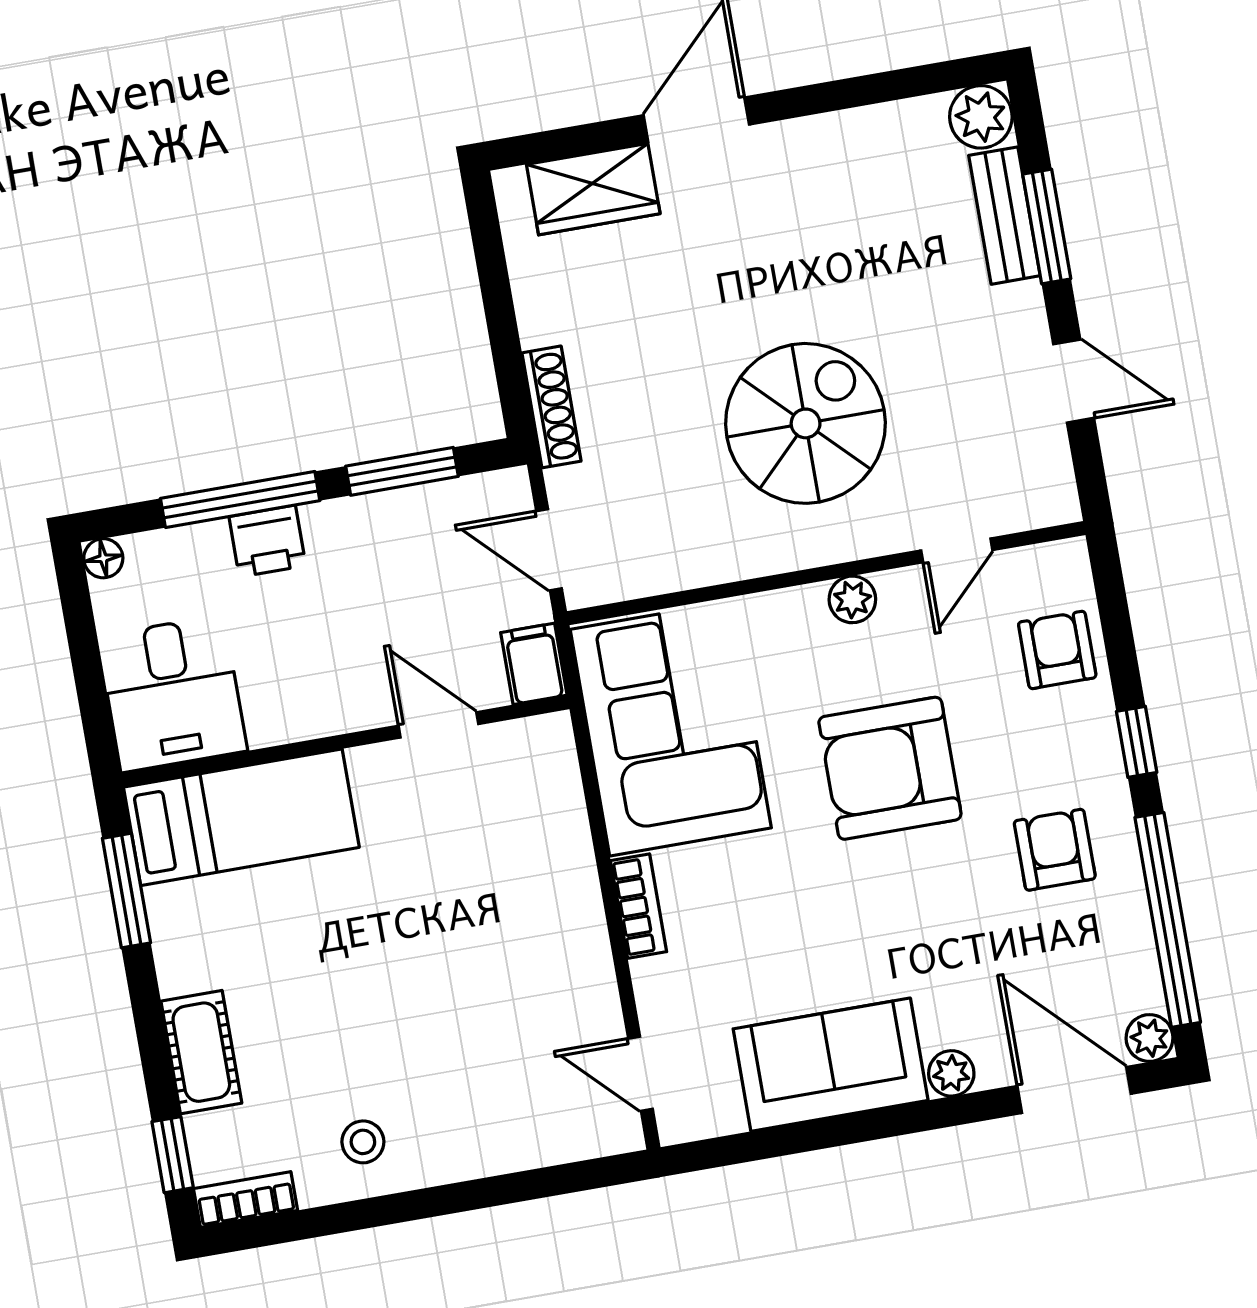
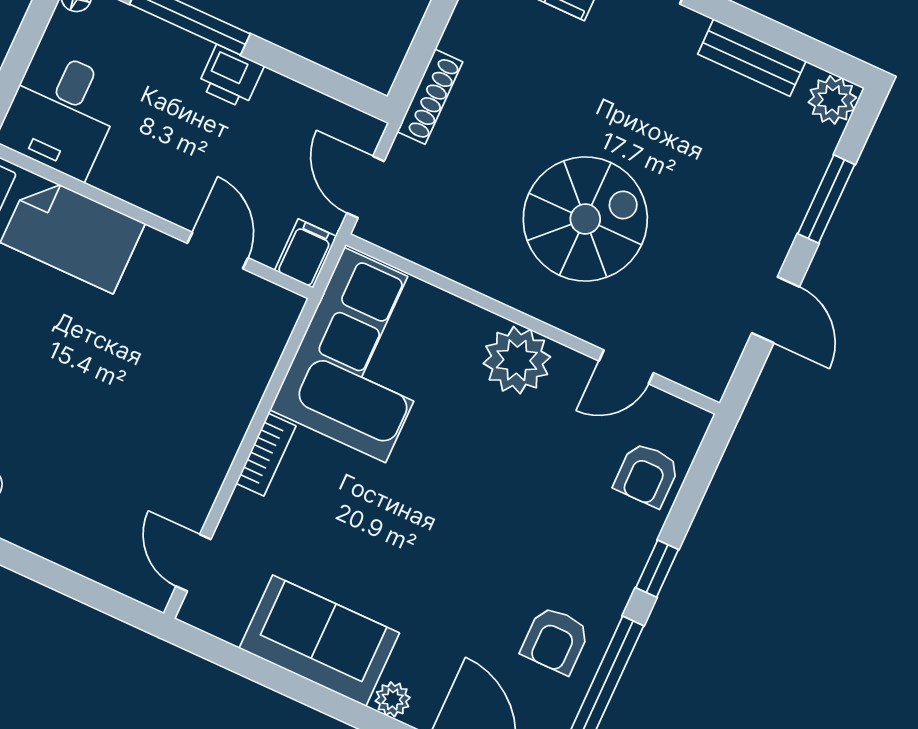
bench: (1004, 216) -> (752, 58), moved, turned 90
window: (402, 471) -> (306, 72), removed
printer: (267, 541) -> (231, 77), moved
plant: (852, 599) -> (517, 360), width x1.88, depth x1.88
armchair: (1057, 650) -> (647, 475), turned 180
armchair: (890, 768) -> (488, 477), removed
armchair: (1055, 850) -> (555, 640), moved, turned 180

